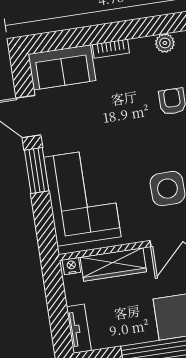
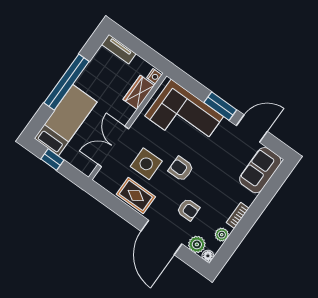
bookcase: (111, 49) -> (238, 215), moved
armchair: (139, 149) -> (181, 169), added
wardrobe: (113, 264) -> (139, 92), width x0.67

